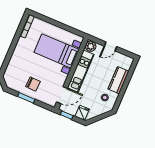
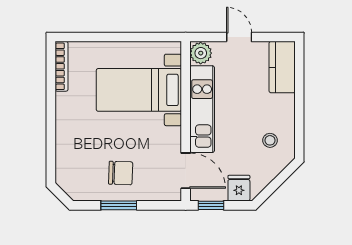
door: (110, 46) -> (239, 37), swing flipped
kitchen counter: (118, 80) -> (282, 67), moved
door: (62, 95) -> (186, 171), hinge flipped

